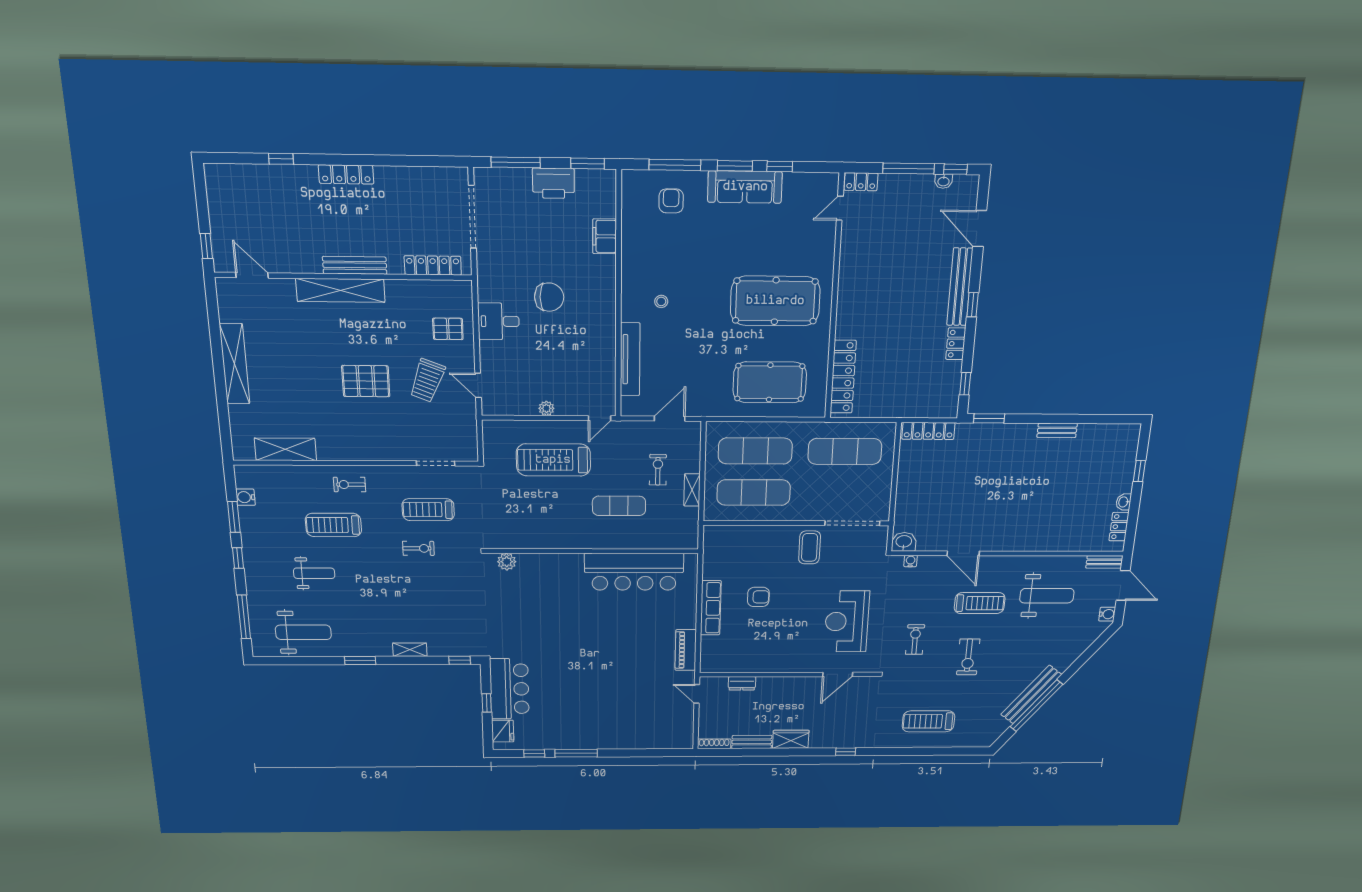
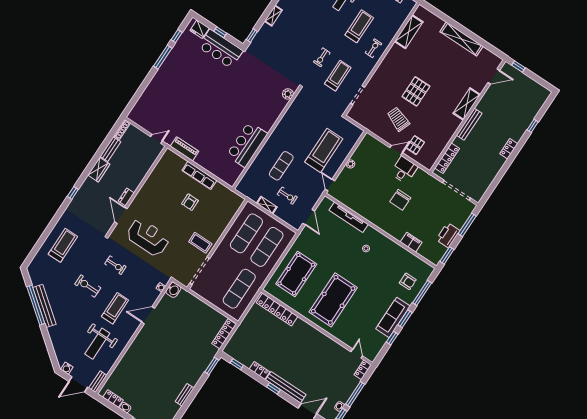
locker: (346, 174) -> (509, 149), width x0.66
shelving: (340, 290) -> (467, 104), width x0.68
door: (478, 385) -> (396, 150), moved
bar counter: (634, 572) -> (247, 145), width x0.73
treadmill: (980, 603) -> (115, 308), turned 180
dresser: (742, 683) -> (126, 197), moved

